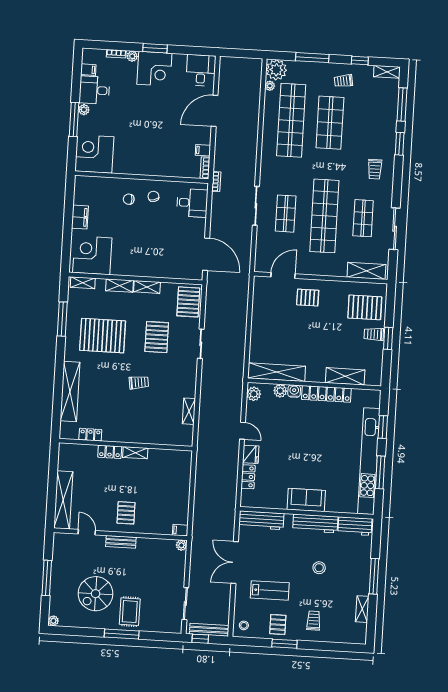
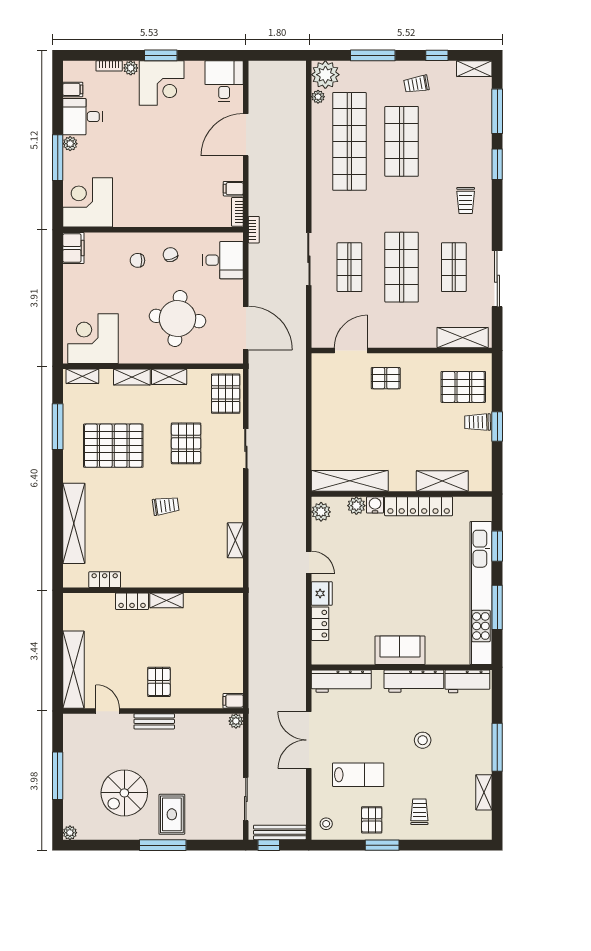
shop shelf: (324, 216) -> (402, 267), width x0.71
filing cabinet: (80, 217) -> (73, 248), moved
round table: (156, 244) -> (177, 318), added

